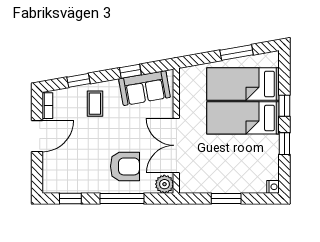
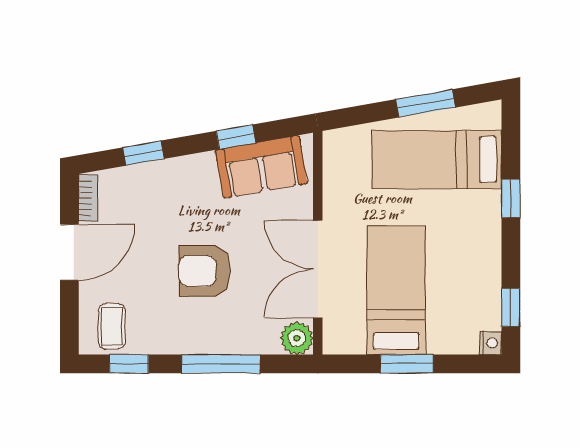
coffee table: (95, 104) -> (112, 326), moved
bed: (243, 118) -> (396, 290), moved, turned 90
window: (284, 144) -> (511, 307), moved
armchair: (125, 166) -> (205, 271), moved, turned 180

